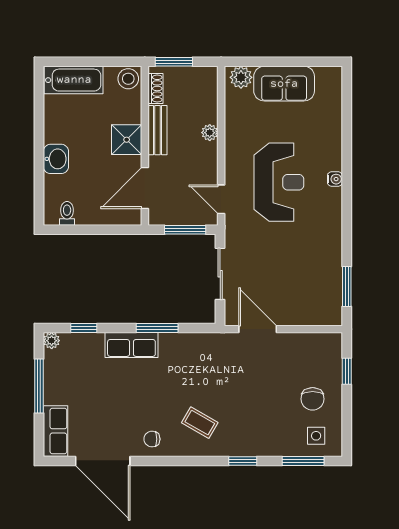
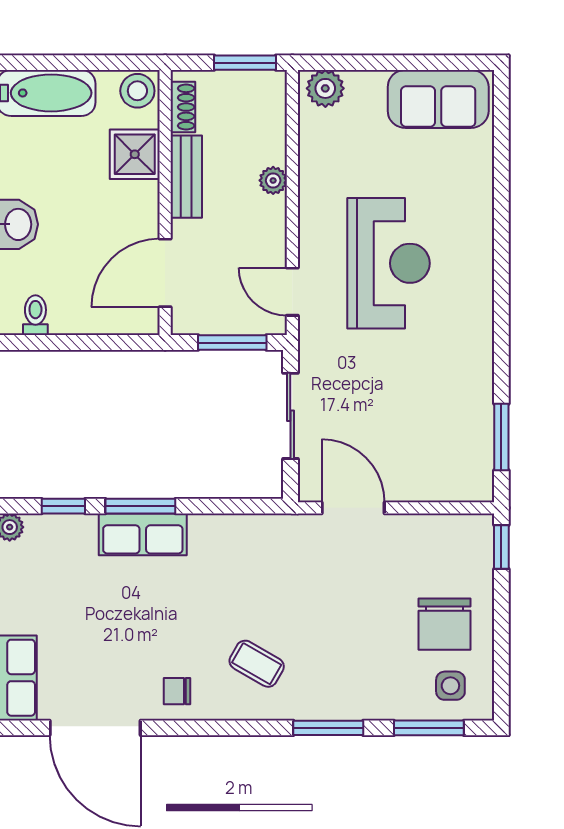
window: (174, 62) -> (245, 63), moved
sofa: (284, 84) -> (438, 99), moved
shower: (127, 140) -> (135, 154), moved
water cooler: (335, 179) -> (482, 258), removed
window: (157, 328) -> (140, 506), moved
window: (347, 371) -> (501, 547), moved
chair: (313, 399) -> (444, 624), width x1.37, depth x1.37
window: (243, 461) -> (328, 728), width x1.50

